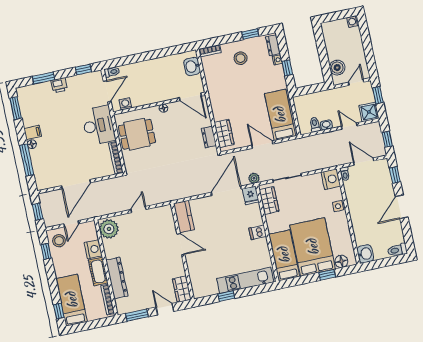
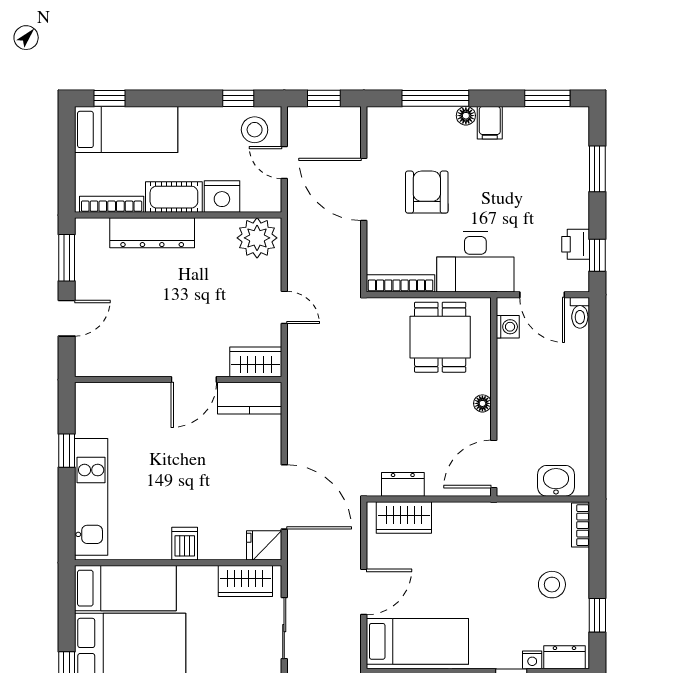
printer: (59, 85) -> (576, 244), moved
armchair: (71, 155) -> (427, 192), added
plant: (254, 178) -> (298, 560), removed
wardrobe: (182, 289) -> (256, 362), moved

